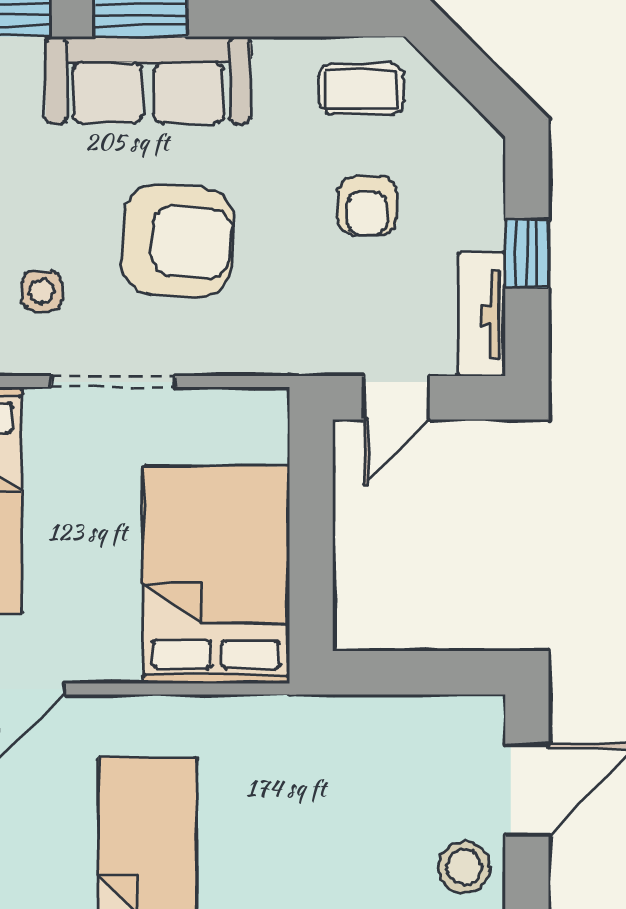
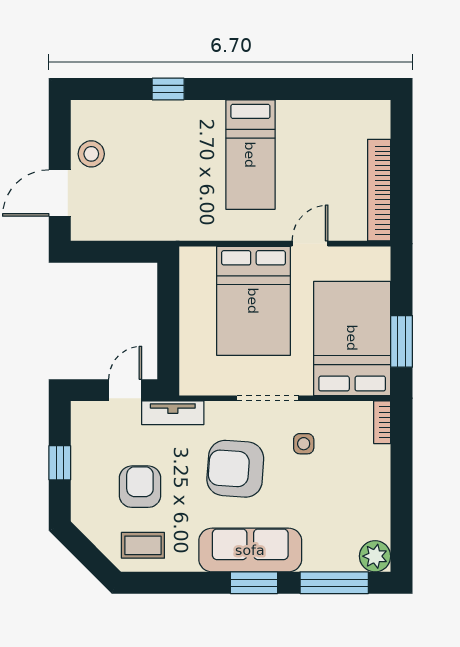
armchair: (367, 206) -> (140, 487), width x1.38, depth x1.38
tv unit: (482, 314) -> (173, 413), moved, turned 90
bed: (216, 575) -> (253, 301), moved

